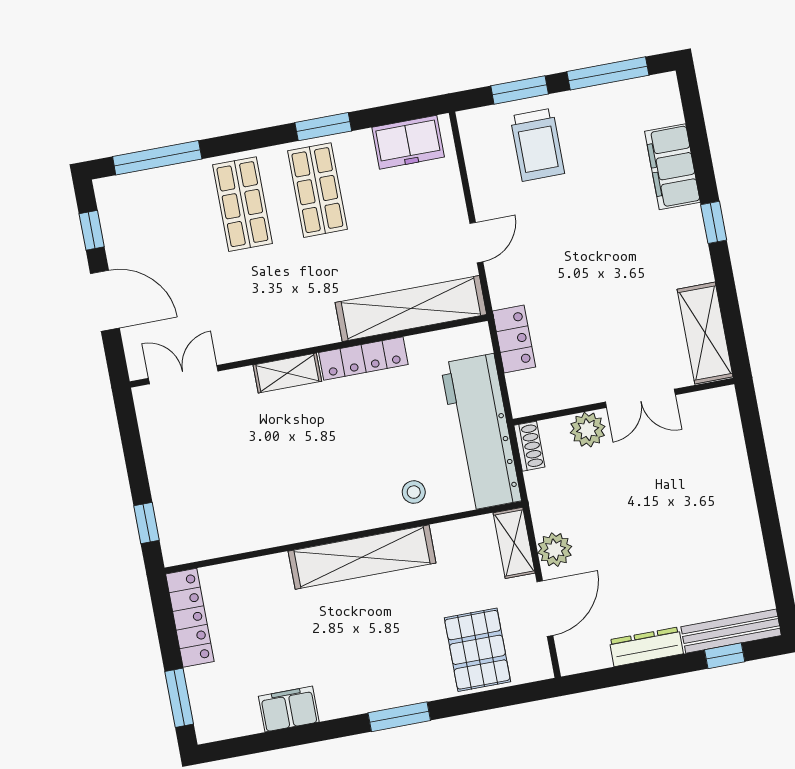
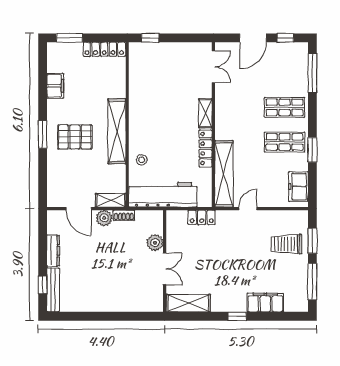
door: (476, 243) -> (248, 209), swing flipped
double door: (640, 398) -> (165, 269), swing flipped
shoe rack: (529, 446) -> (124, 215), moved
pallet: (477, 650) -> (75, 137), moved

